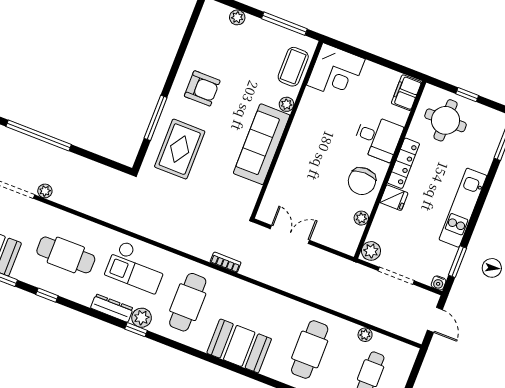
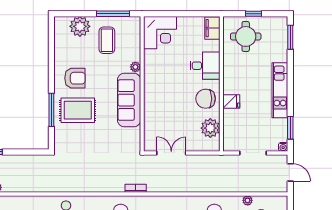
plant: (237, 17) -> (80, 26), width x1.87, depth x1.87
coffee table: (293, 67) -> (107, 40), moved
rug: (180, 149) -> (78, 110), moved, turned 90
locker: (403, 163) -> (229, 76), removed
chair: (362, 181) -> (206, 99), turned 90
plant: (361, 218) -> (210, 128), width x1.88, depth x1.88
plant: (371, 251) -> (230, 143), removed

